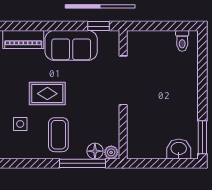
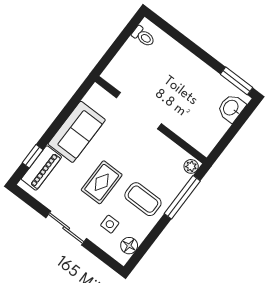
window: (98, 26) -> (33, 156), moved
floor lamp: (95, 151) -> (129, 246), moved

